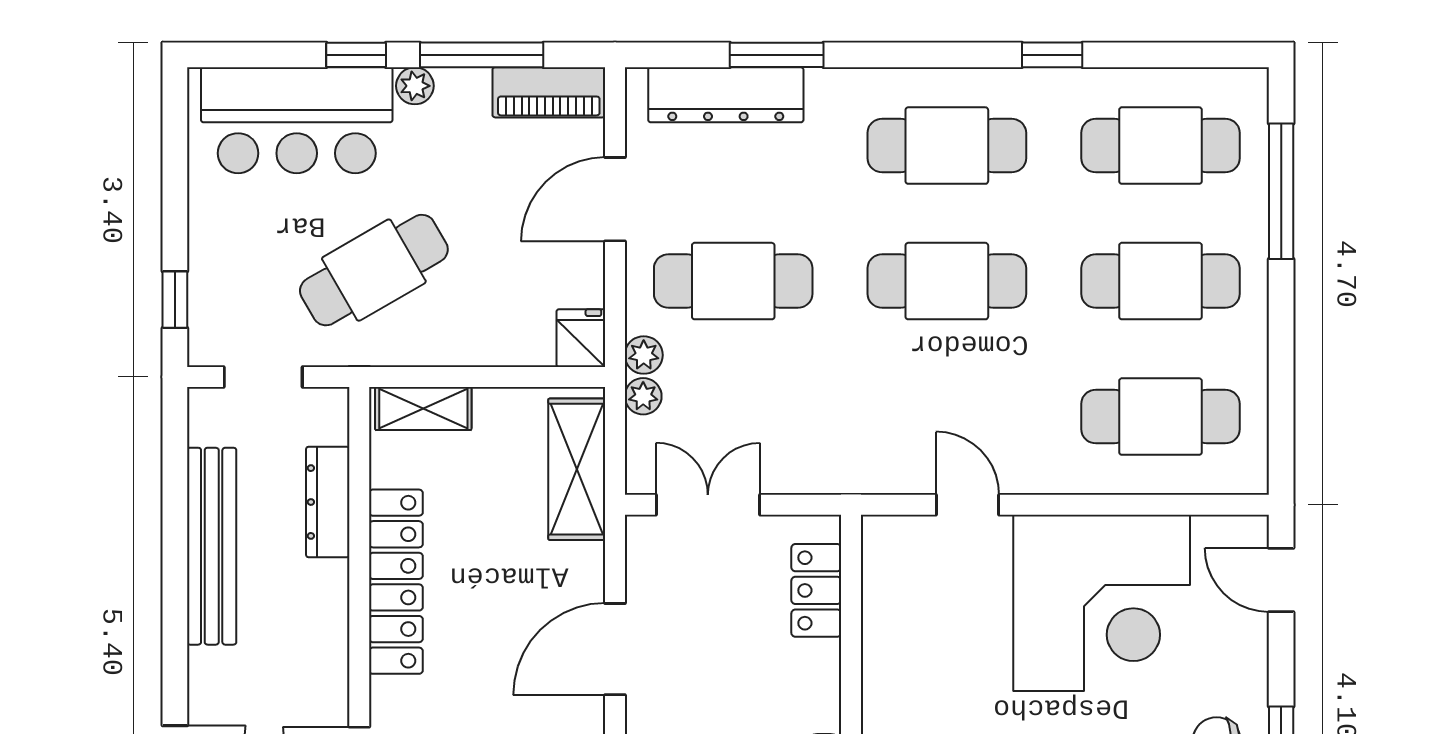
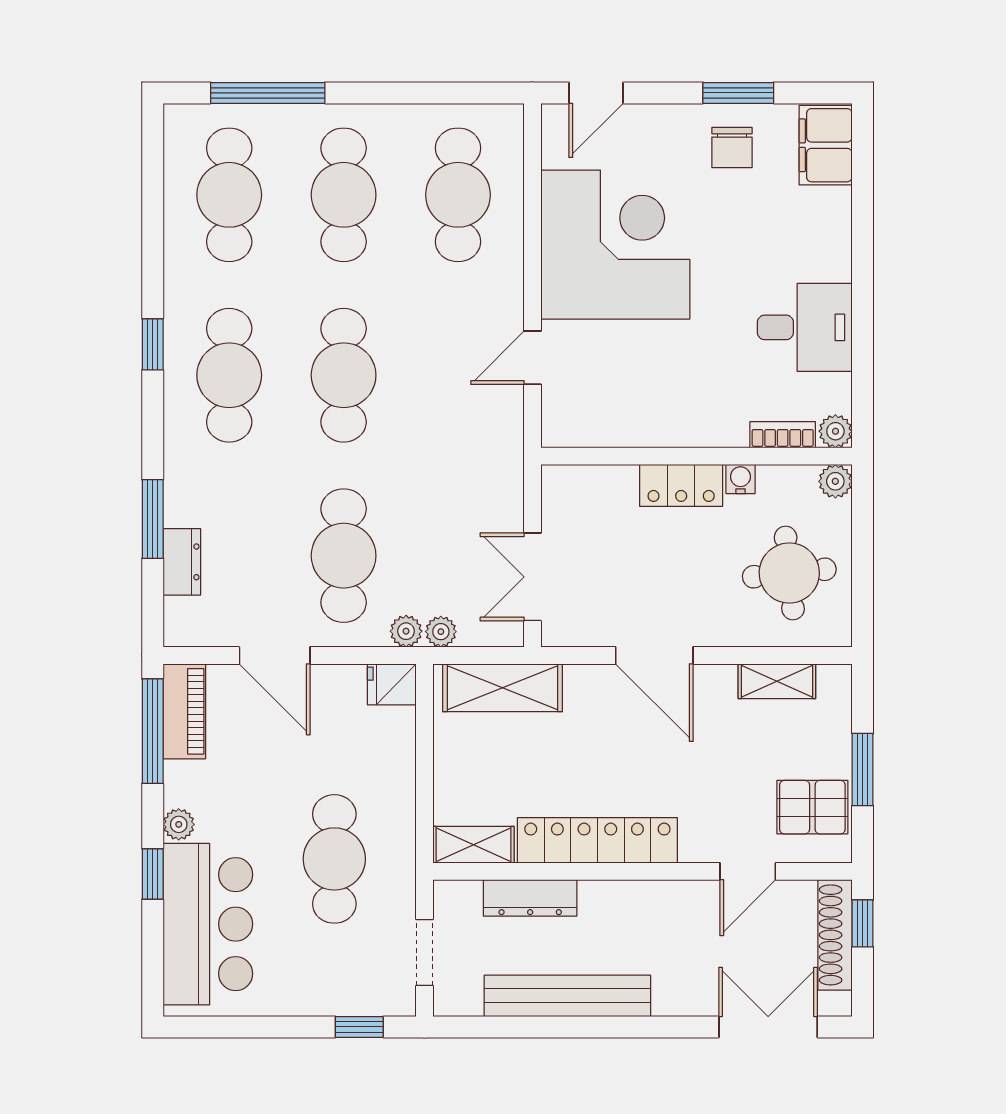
window: (482, 55) -> (153, 731), moved
window: (1052, 55) -> (153, 344), moved
dresser: (726, 95) -> (182, 562), width x0.51, depth x0.80
cafe table: (374, 270) -> (334, 859), turned 30
shelving: (423, 408) -> (473, 845), moved, turned 90
locker: (816, 590) -> (681, 485), moved

